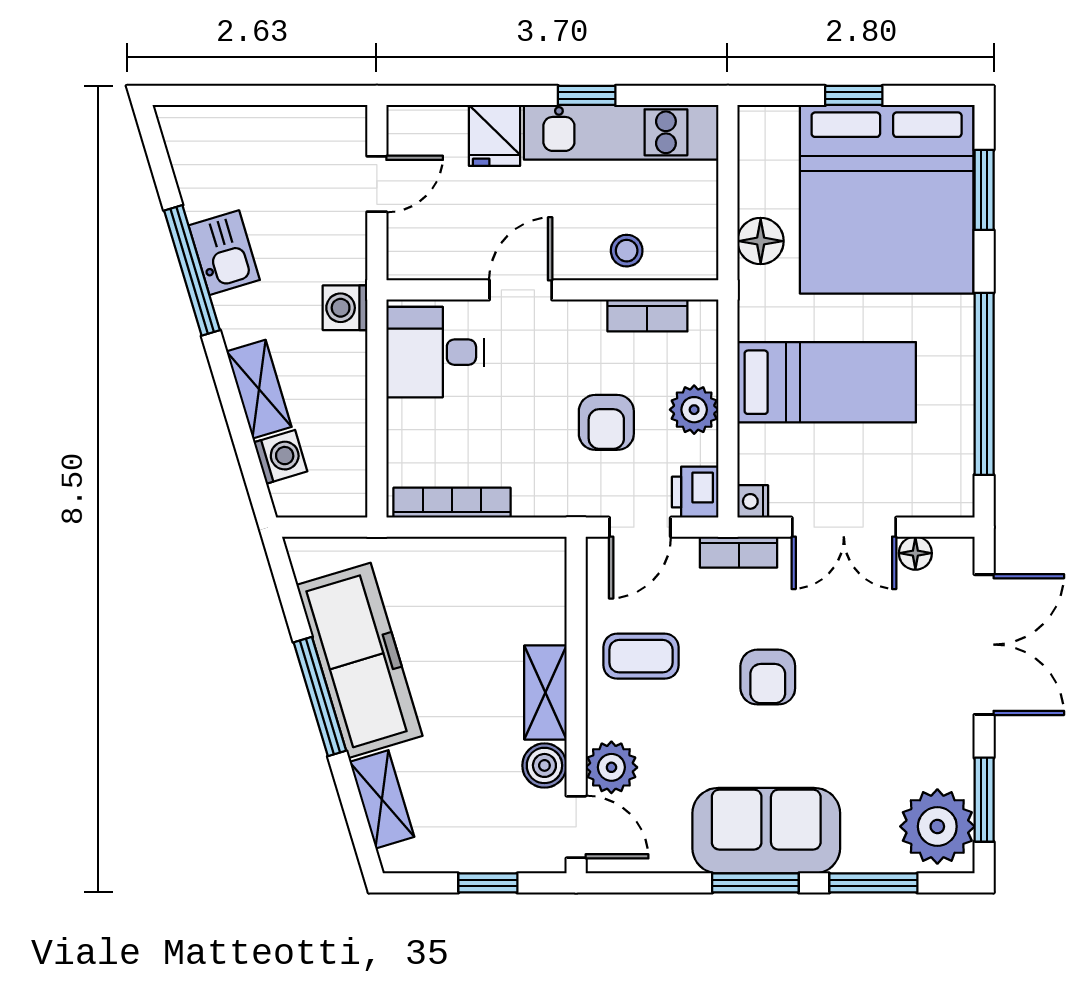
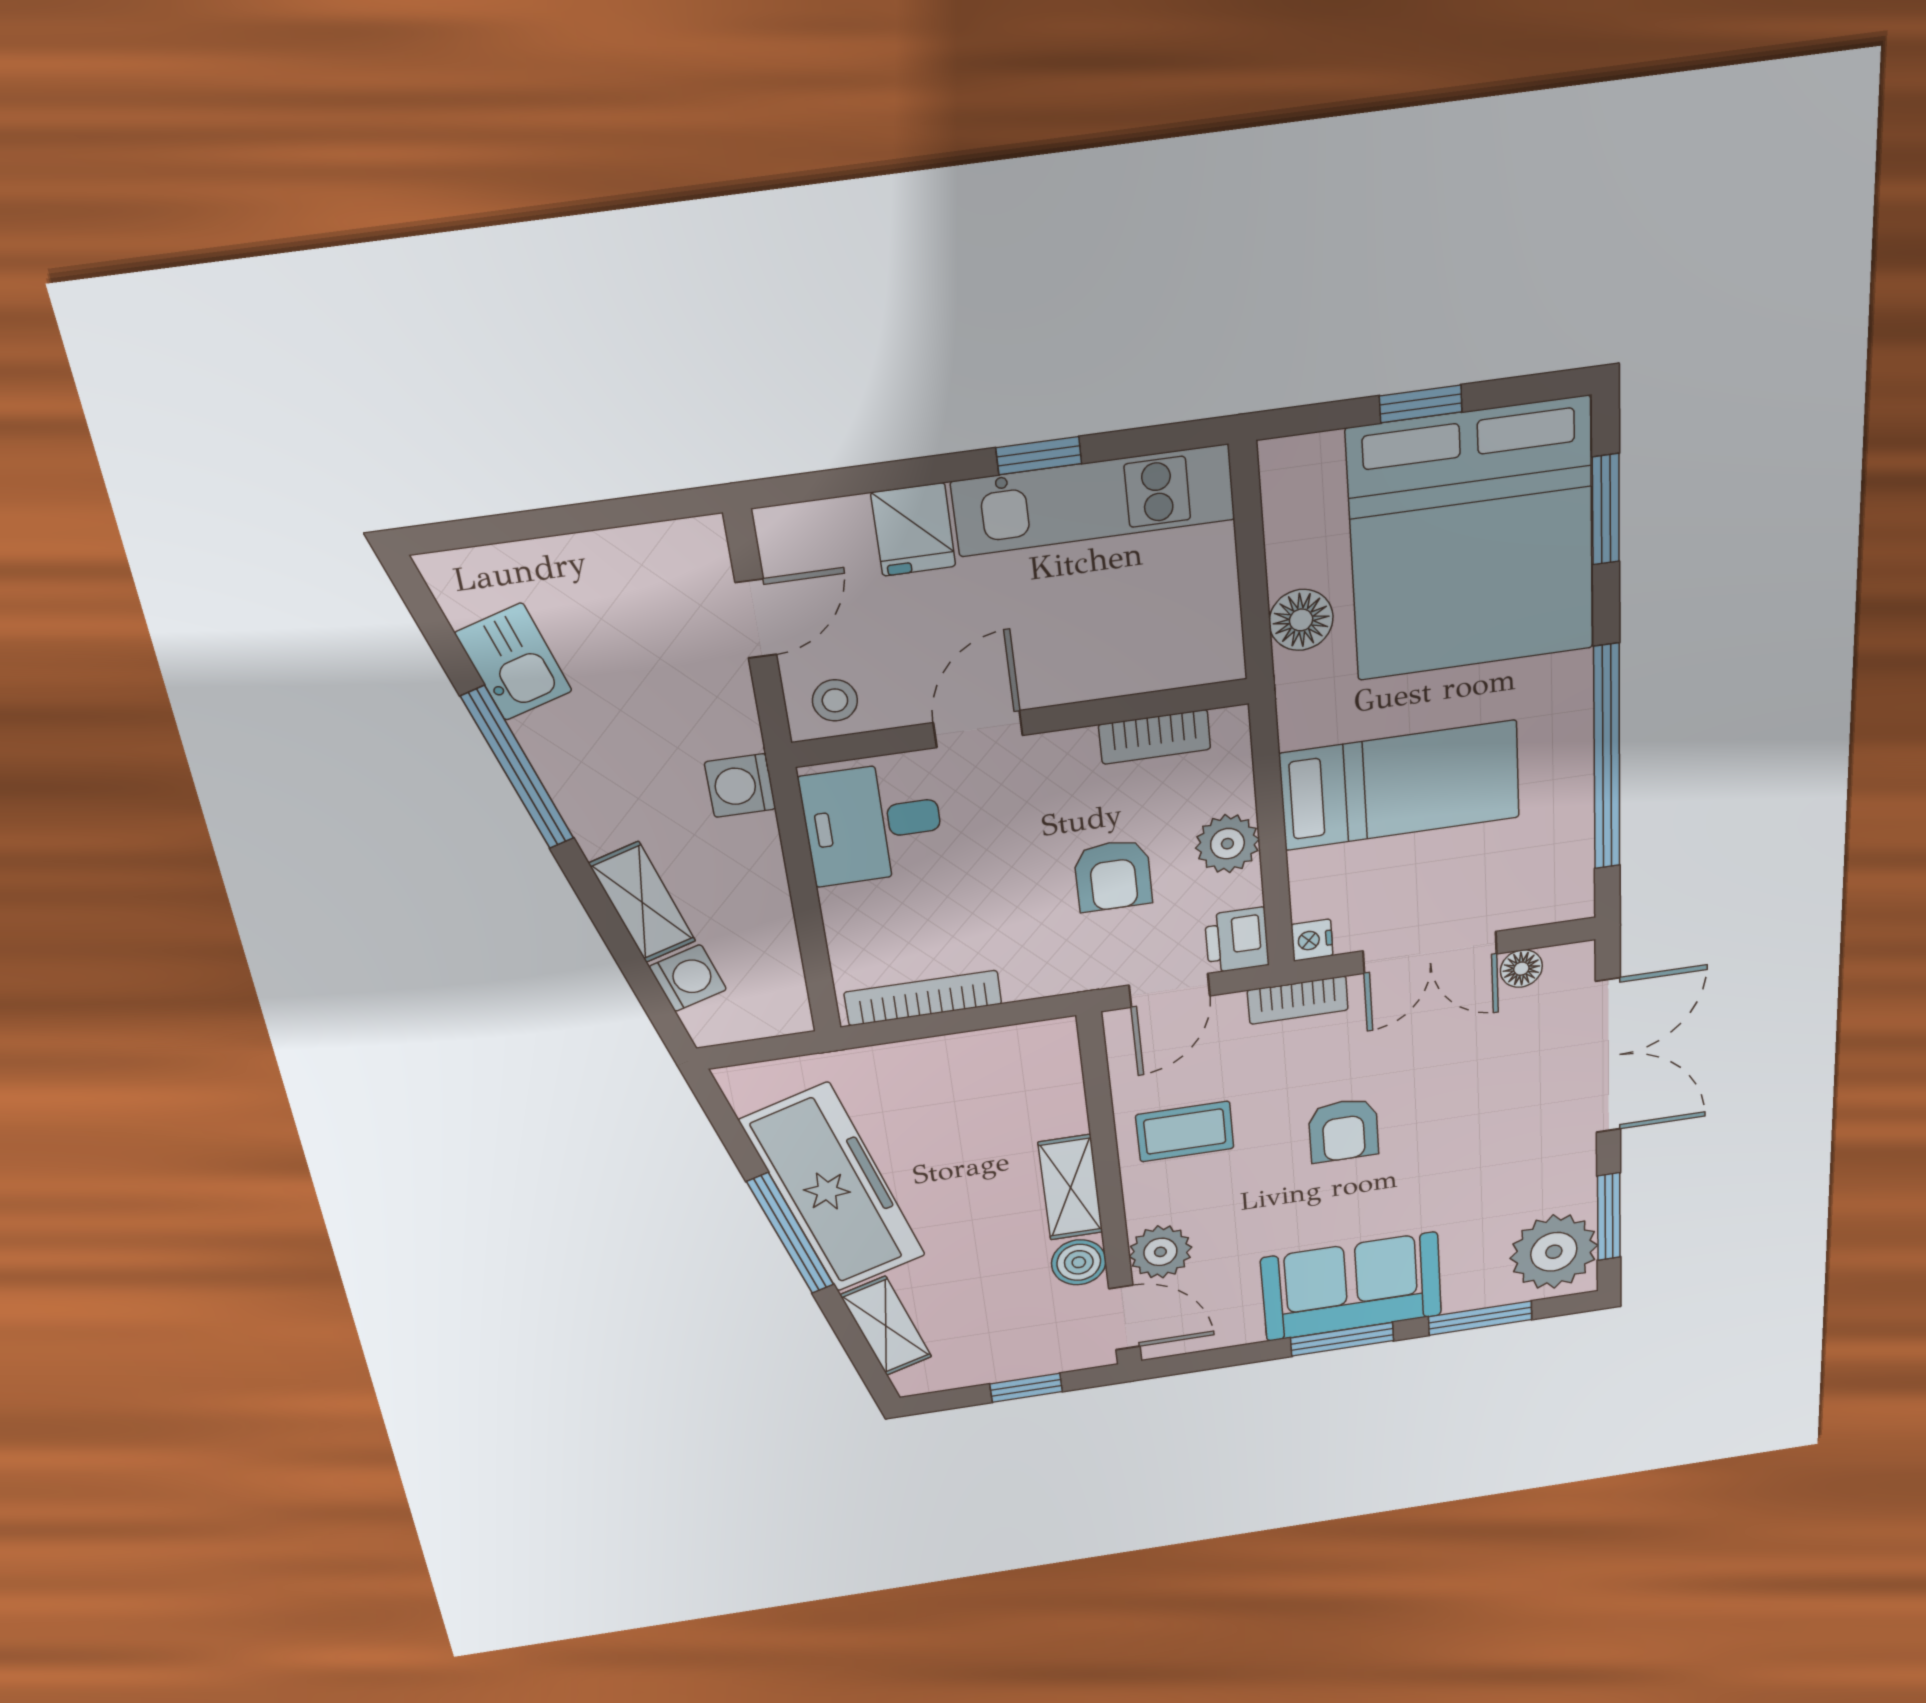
stool: (627, 251) -> (835, 700), moved
kitchen sink: (224, 253) -> (514, 662), moved

